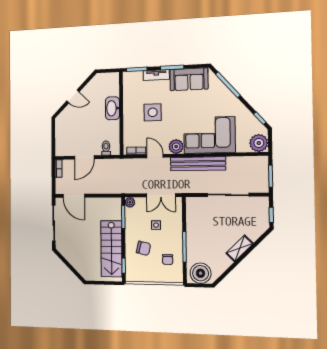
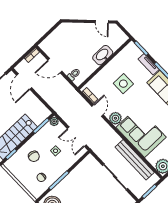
door: (73, 96) -> (102, 22), moved
bench: (198, 164) -> (135, 160), moved

